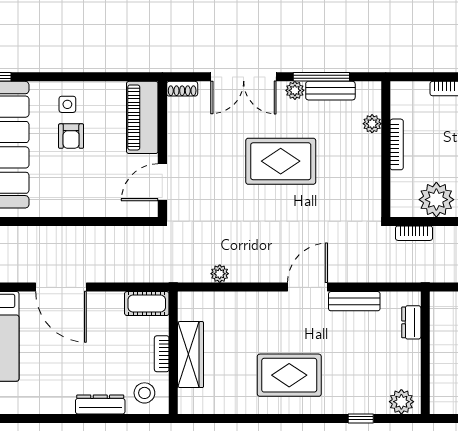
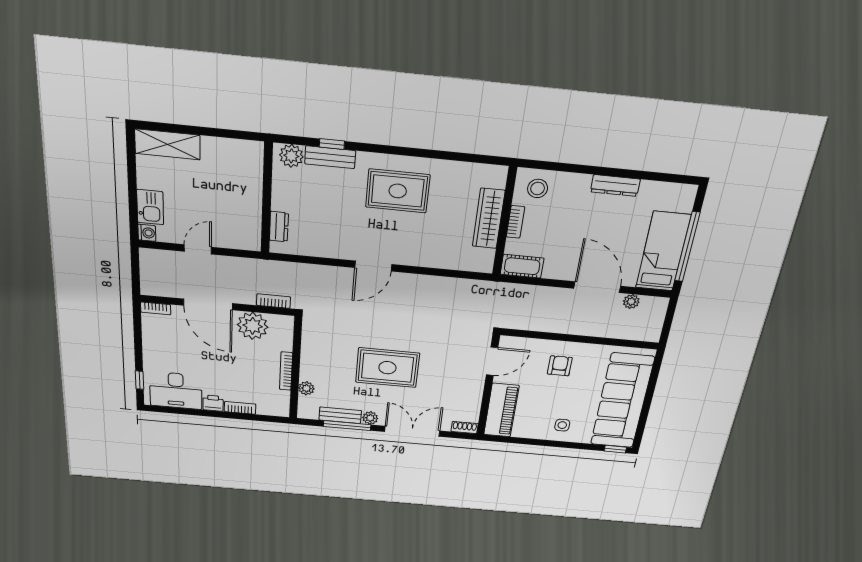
armchair: (71, 136) -> (560, 366), moved
plant: (220, 274) -> (631, 302), moved
bench: (354, 301) -> (330, 157), moved
dresser: (100, 404) -> (615, 186), moved

